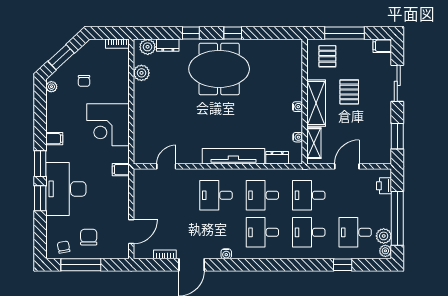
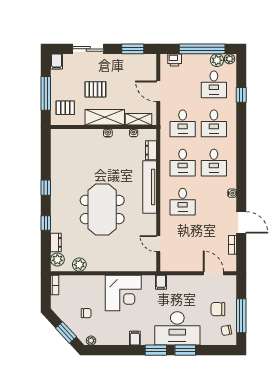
meeting table: (219, 69) -> (102, 209), moved

